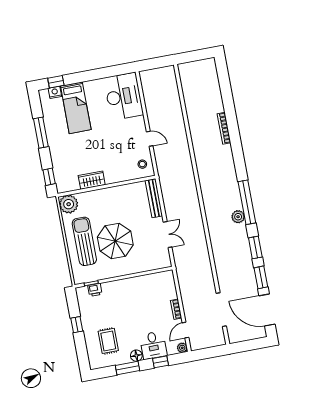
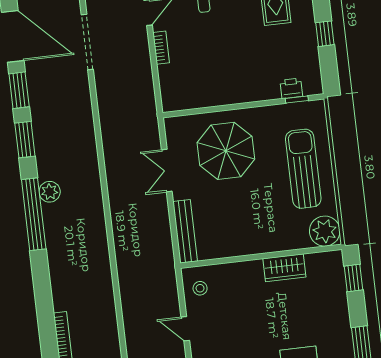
sun lounger: (84, 241) -> (303, 169), turned 180
parasol: (115, 241) -> (226, 151), moved

